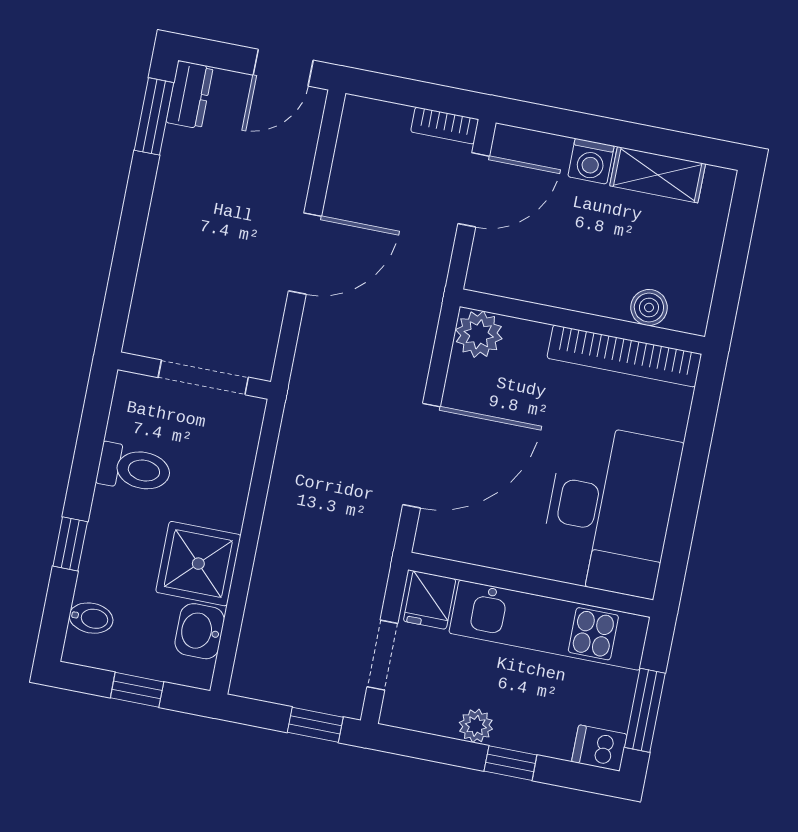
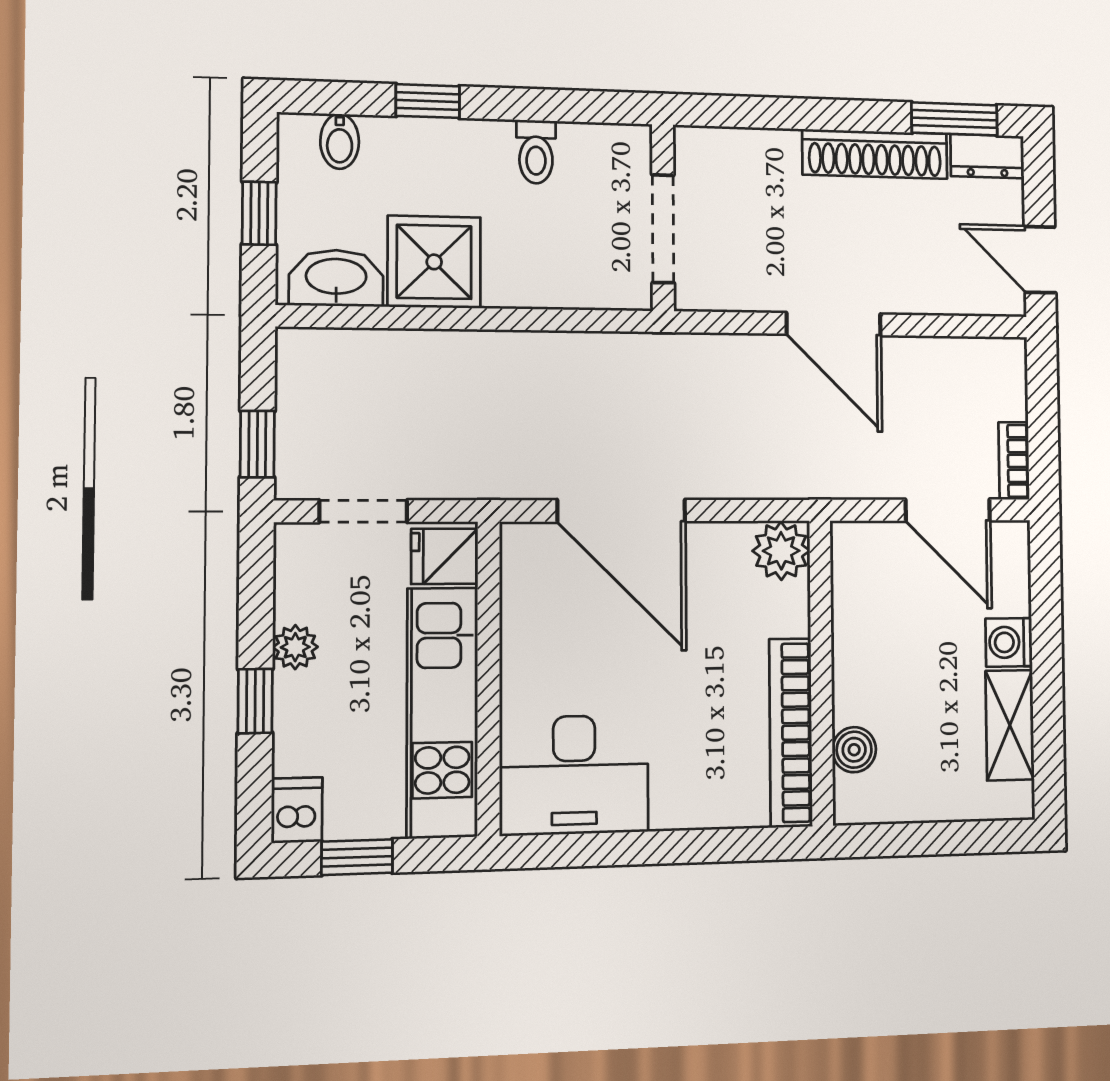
shoe rack: (172, 190) -> (875, 154), added
toilet: (134, 469) -> (536, 152), width x0.73, depth x0.72
desk: (610, 510) -> (574, 775), width x0.73, depth x0.77
washbasin: (200, 631) -> (336, 278), width x1.38
window: (645, 710) -> (357, 857), width x0.67

